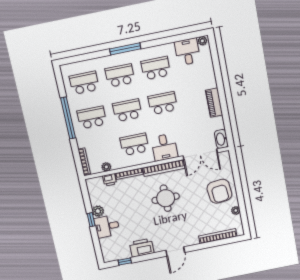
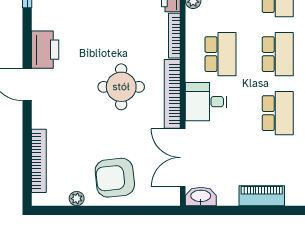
printer: (142, 248) -> (45, 50), moved

